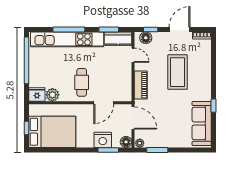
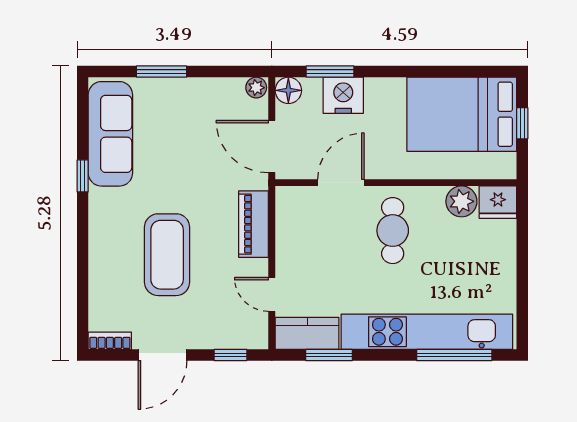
window: (69, 29) -> (454, 355), moved
floor lamp: (146, 38) -> (242, 335), removed
window: (27, 60) -> (522, 282), removed
window: (157, 150) -> (161, 72), moved

